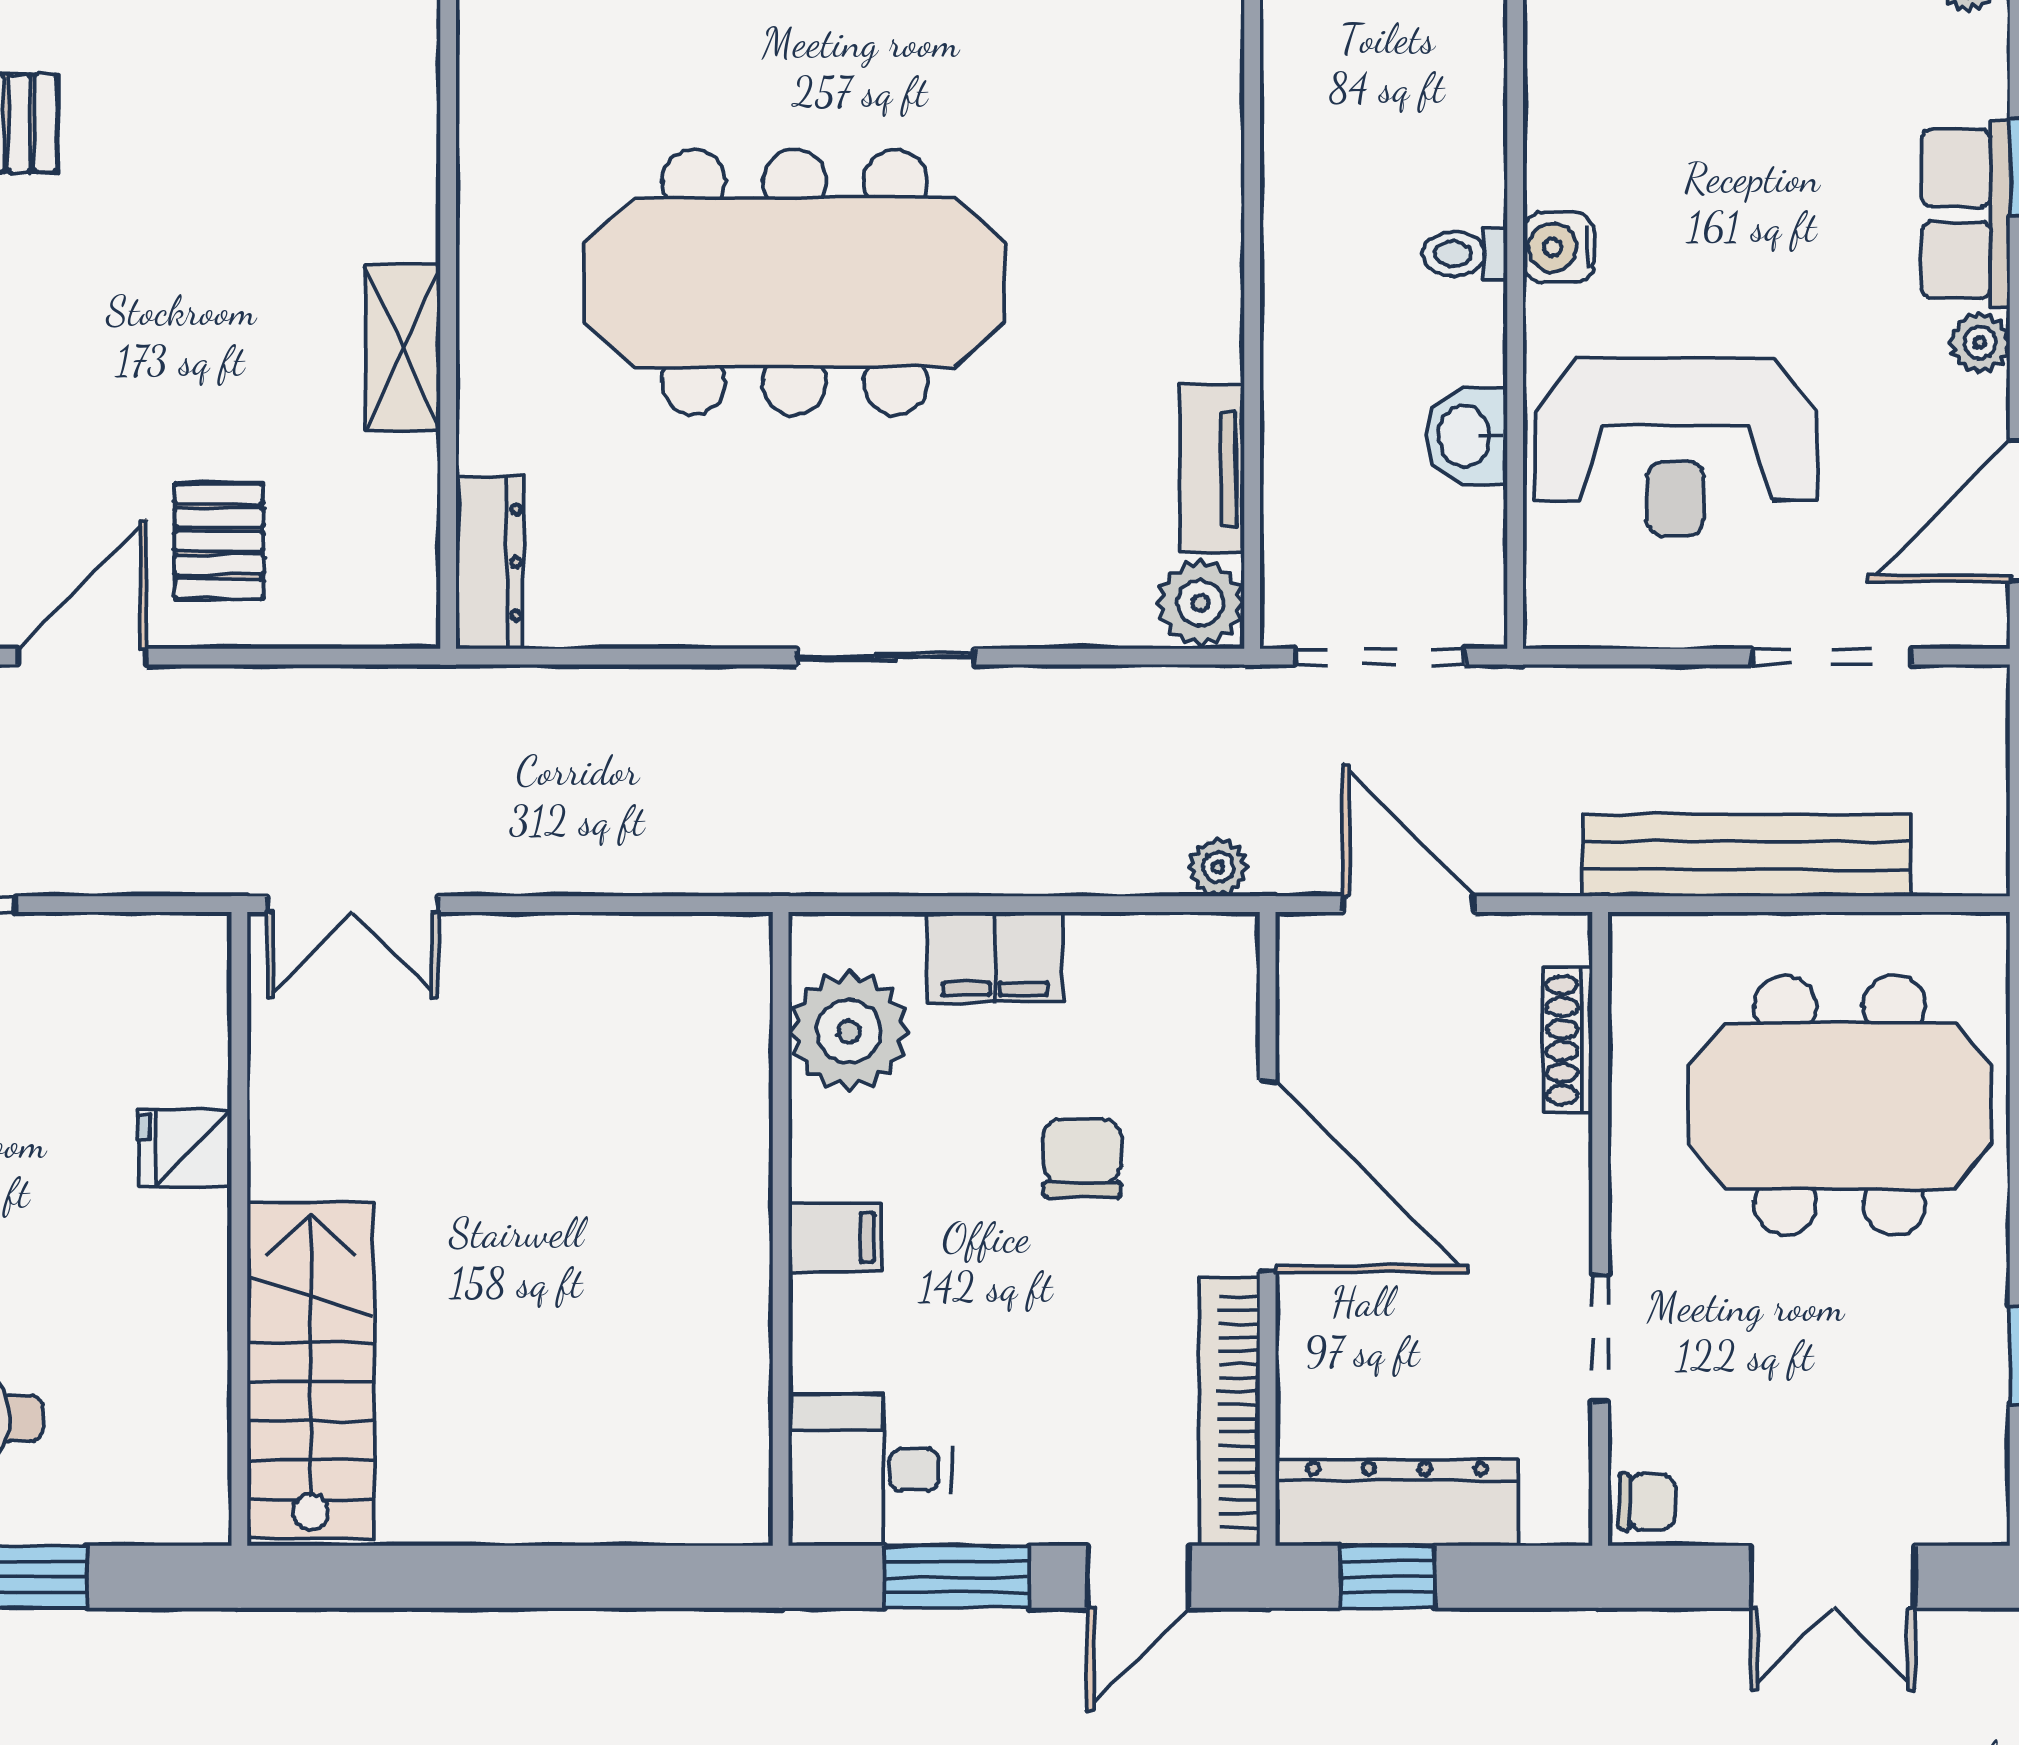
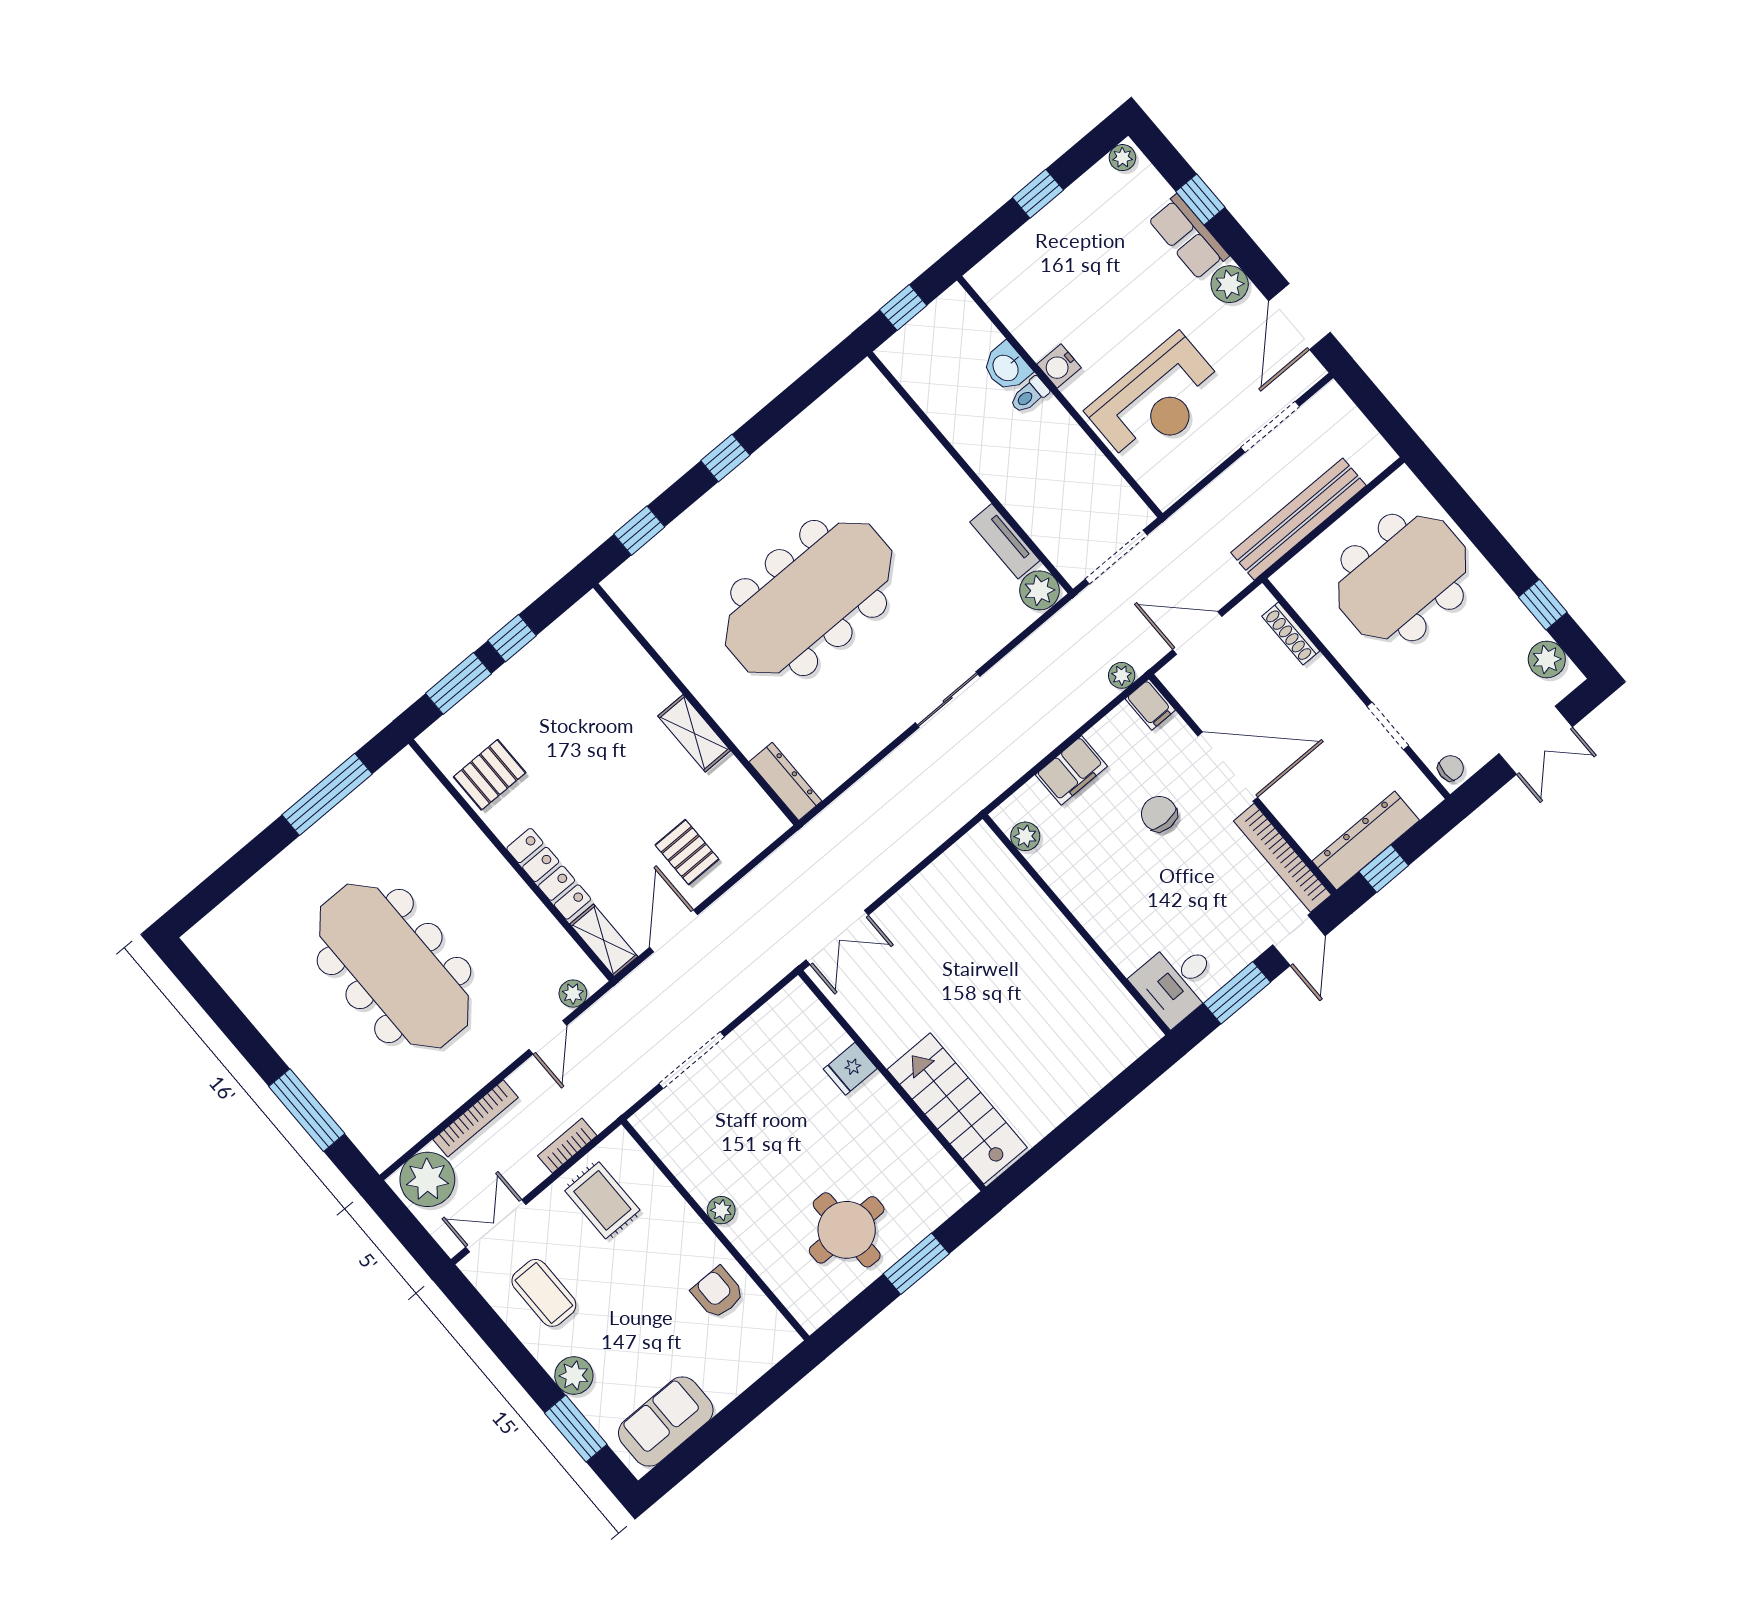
plant: (1980, 343) -> (1230, 284), width x1.38, depth x1.38
washbasin: (1466, 436) -> (1006, 367), moved
plant: (849, 1031) -> (1025, 836), width x0.53, depth x0.53
filing cabinet: (835, 1238) -> (1150, 704), moved, turned 90
plant: (1969, 1455) -> (1547, 659), added

